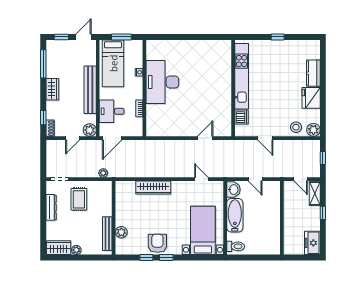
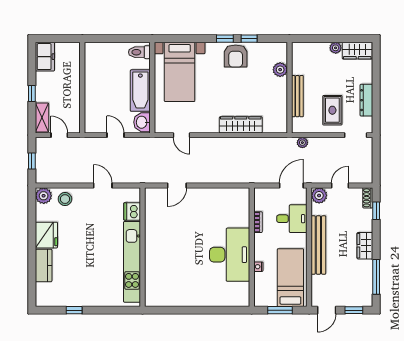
window: (278, 37) -> (74, 310), moved
bench: (107, 234) -> (297, 96), moved

